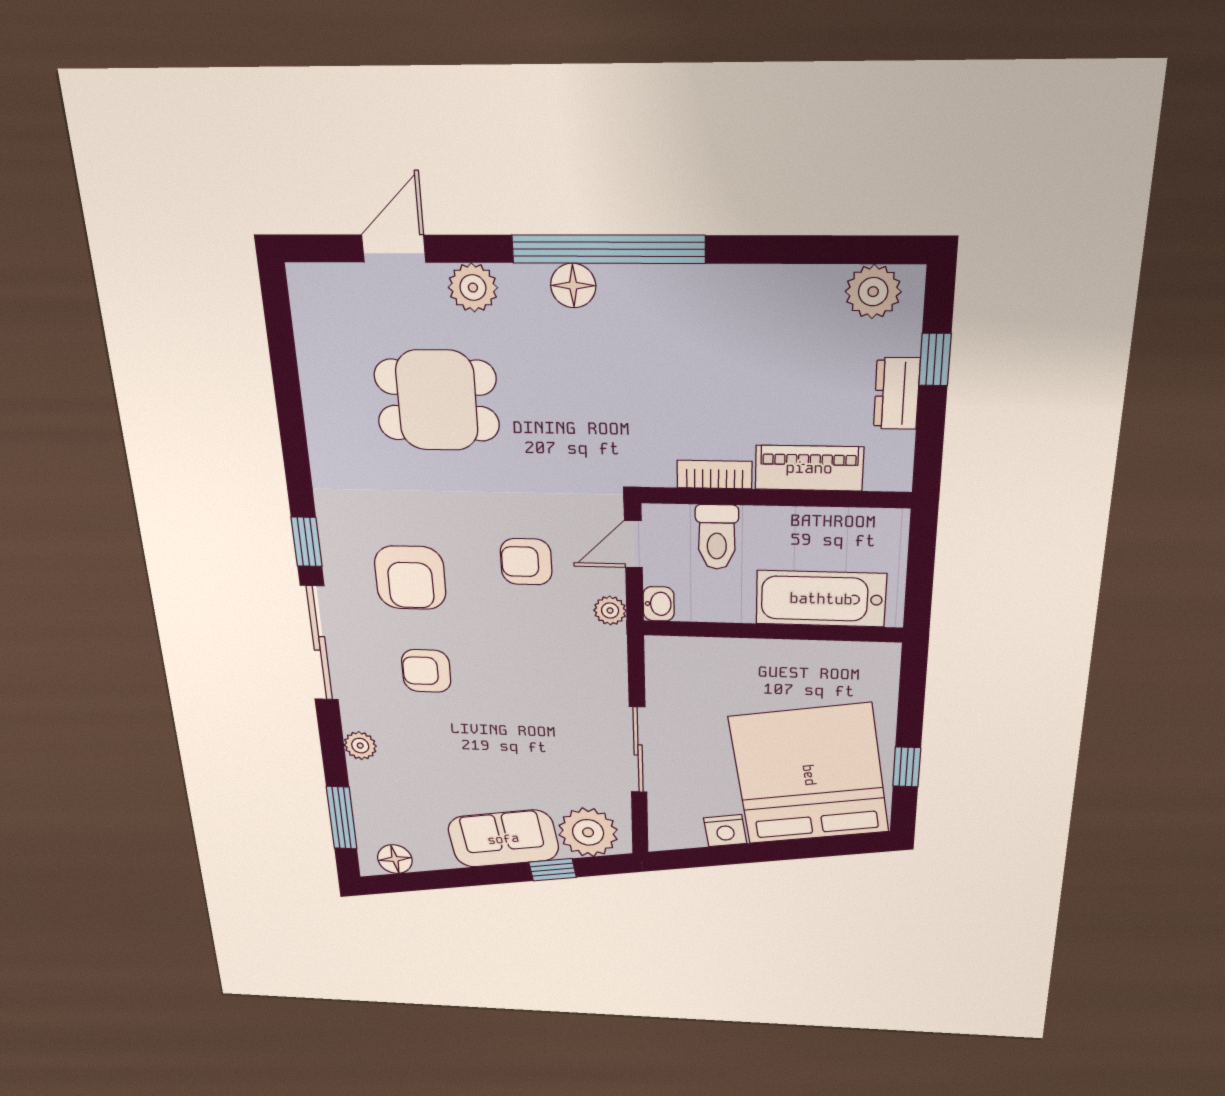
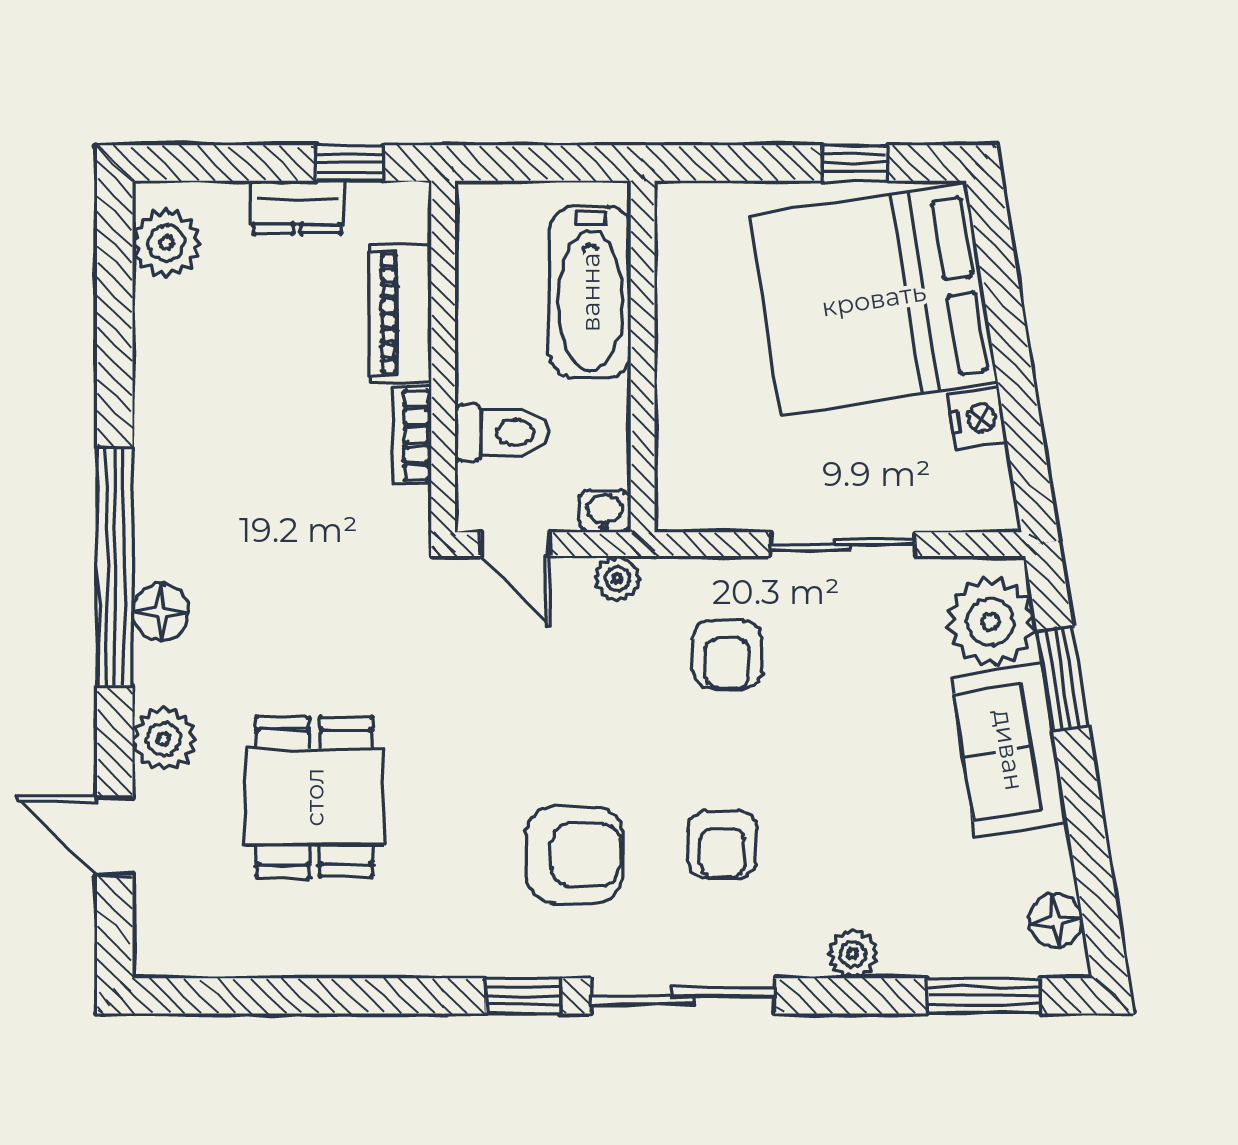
window: (935, 360) -> (349, 163), moved
armchair: (526, 562) -> (727, 655), moved
window: (553, 870) -> (1063, 678), width x1.50

